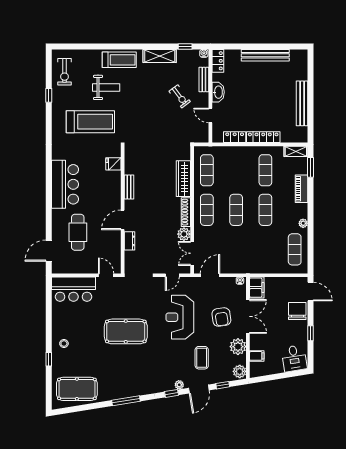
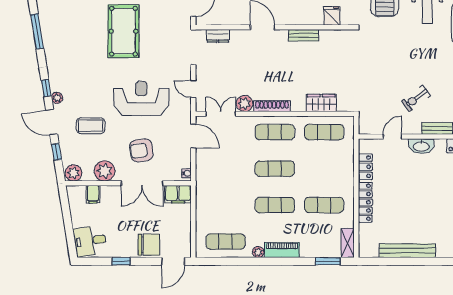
wardrobe: (183, 179) -> (321, 103), width x0.67
piano: (301, 189) -> (282, 250), moved
dresser: (130, 241) -> (218, 36), moved

